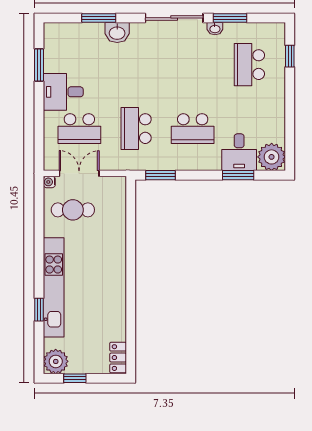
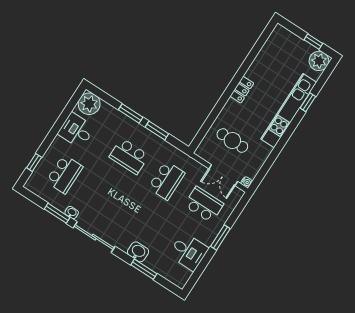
window: (39, 65) -> (220, 237), moved
desk: (63, 92) -> (188, 252), moved
school desk: (193, 129) -> (129, 156), turned 180
desk: (239, 152) -> (76, 130), moved, turned -90
window: (160, 175) -> (157, 131), moved
window: (238, 175) -> (131, 114), moved
cafe table: (73, 210) -> (232, 140), moved
locker: (118, 358) -> (242, 90), moved

